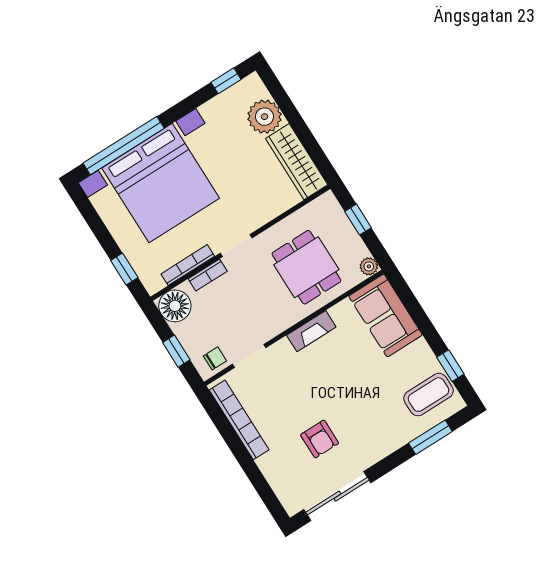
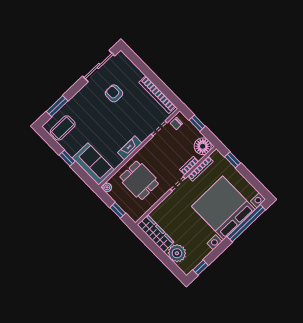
window: (450, 366) -> (67, 158), moved

